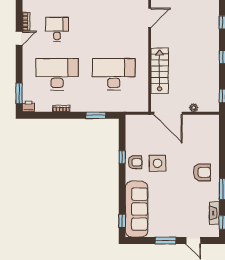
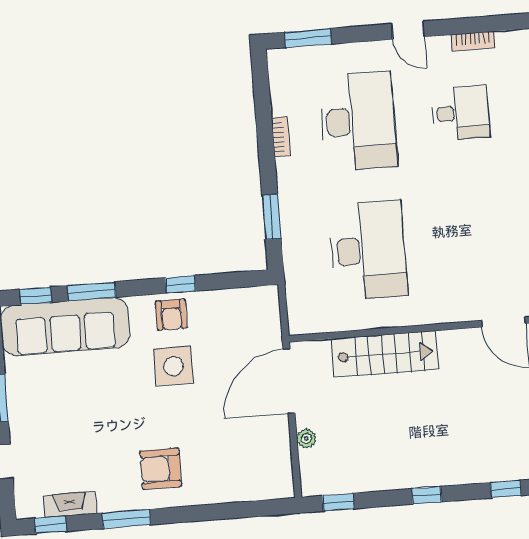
door: (19, 38) -> (408, 30), moved
printer: (28, 107) -> (279, 62), removed
armchair: (202, 172) -> (161, 469), turned 90
window: (122, 196) -> (92, 291), added

